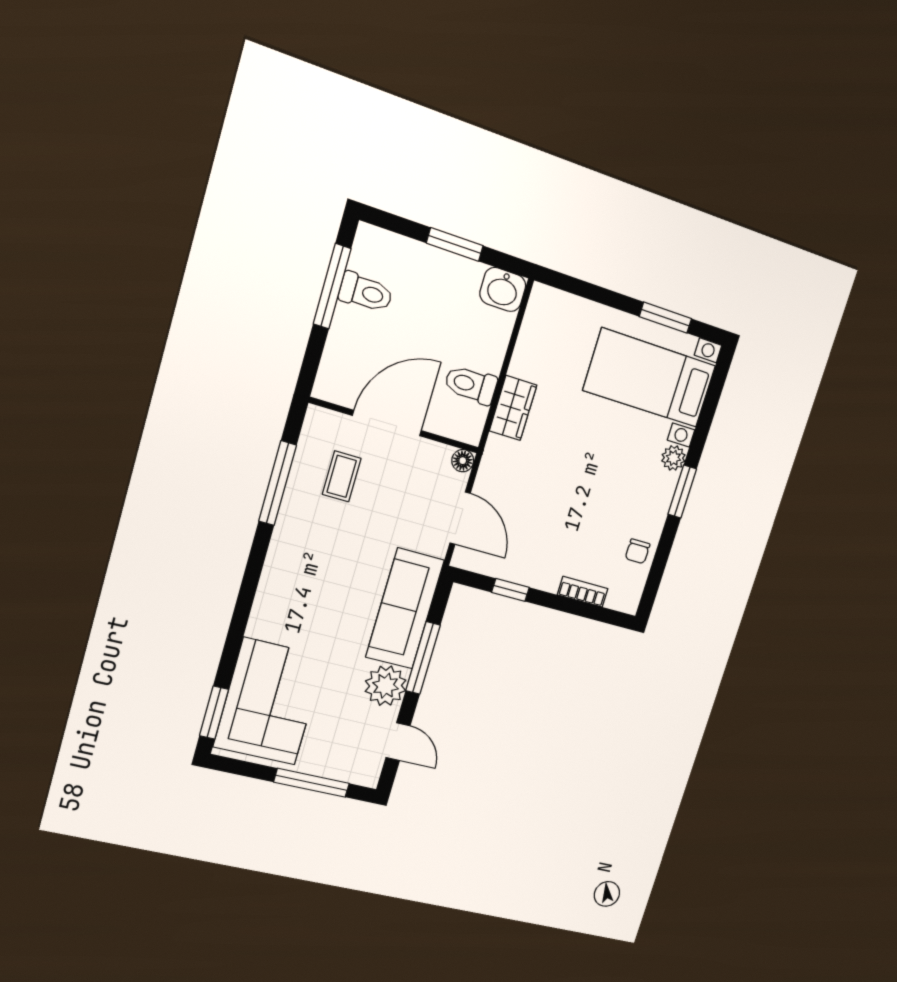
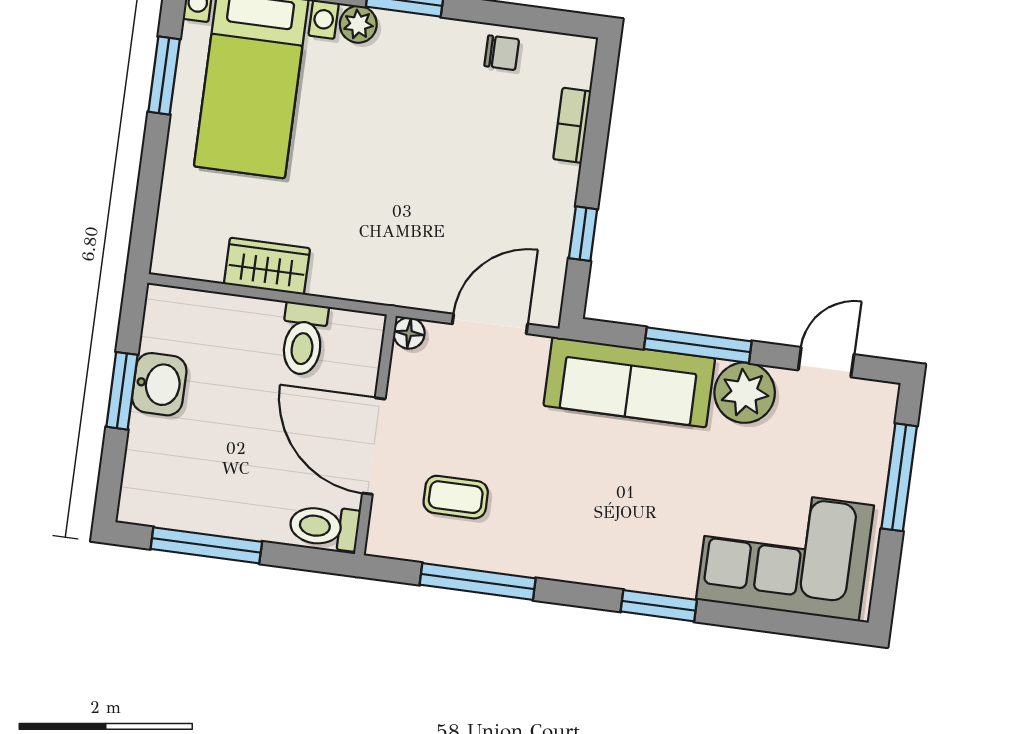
washbasin: (503, 289) -> (159, 384), moved
toilet: (366, 292) -> (324, 527), moved, turned -90
wardrobe: (513, 408) -> (267, 266), moved
window: (214, 713) -> (659, 606), moved

